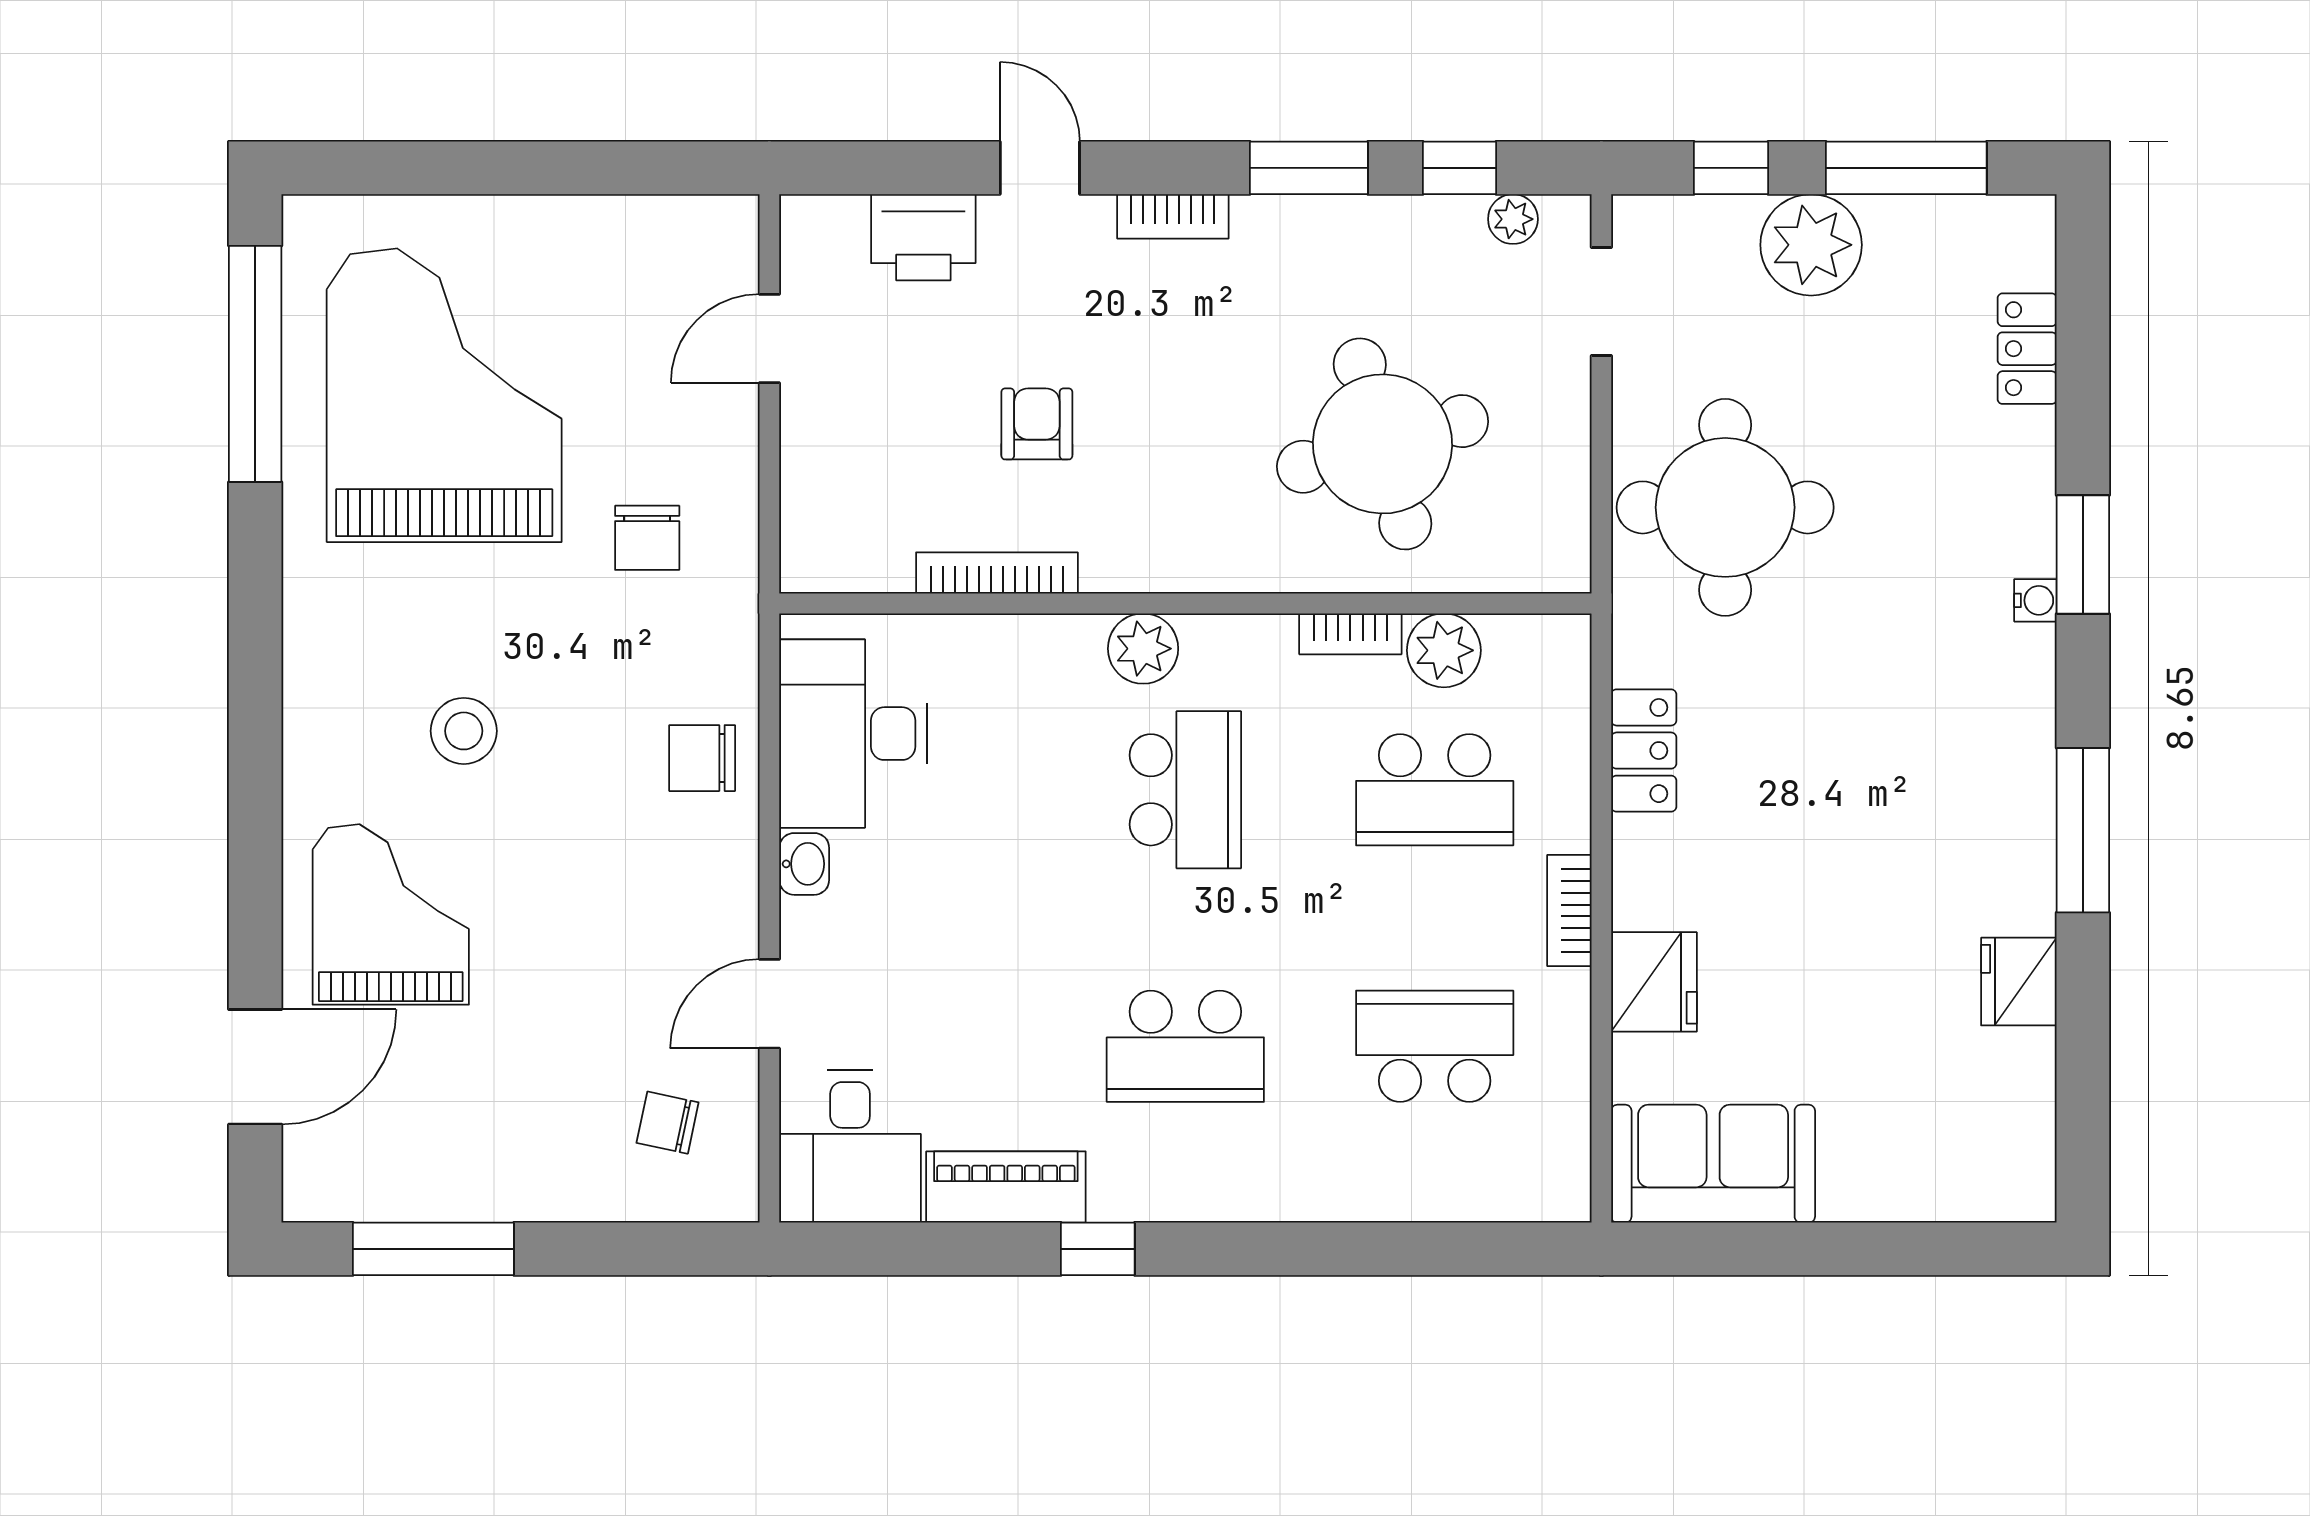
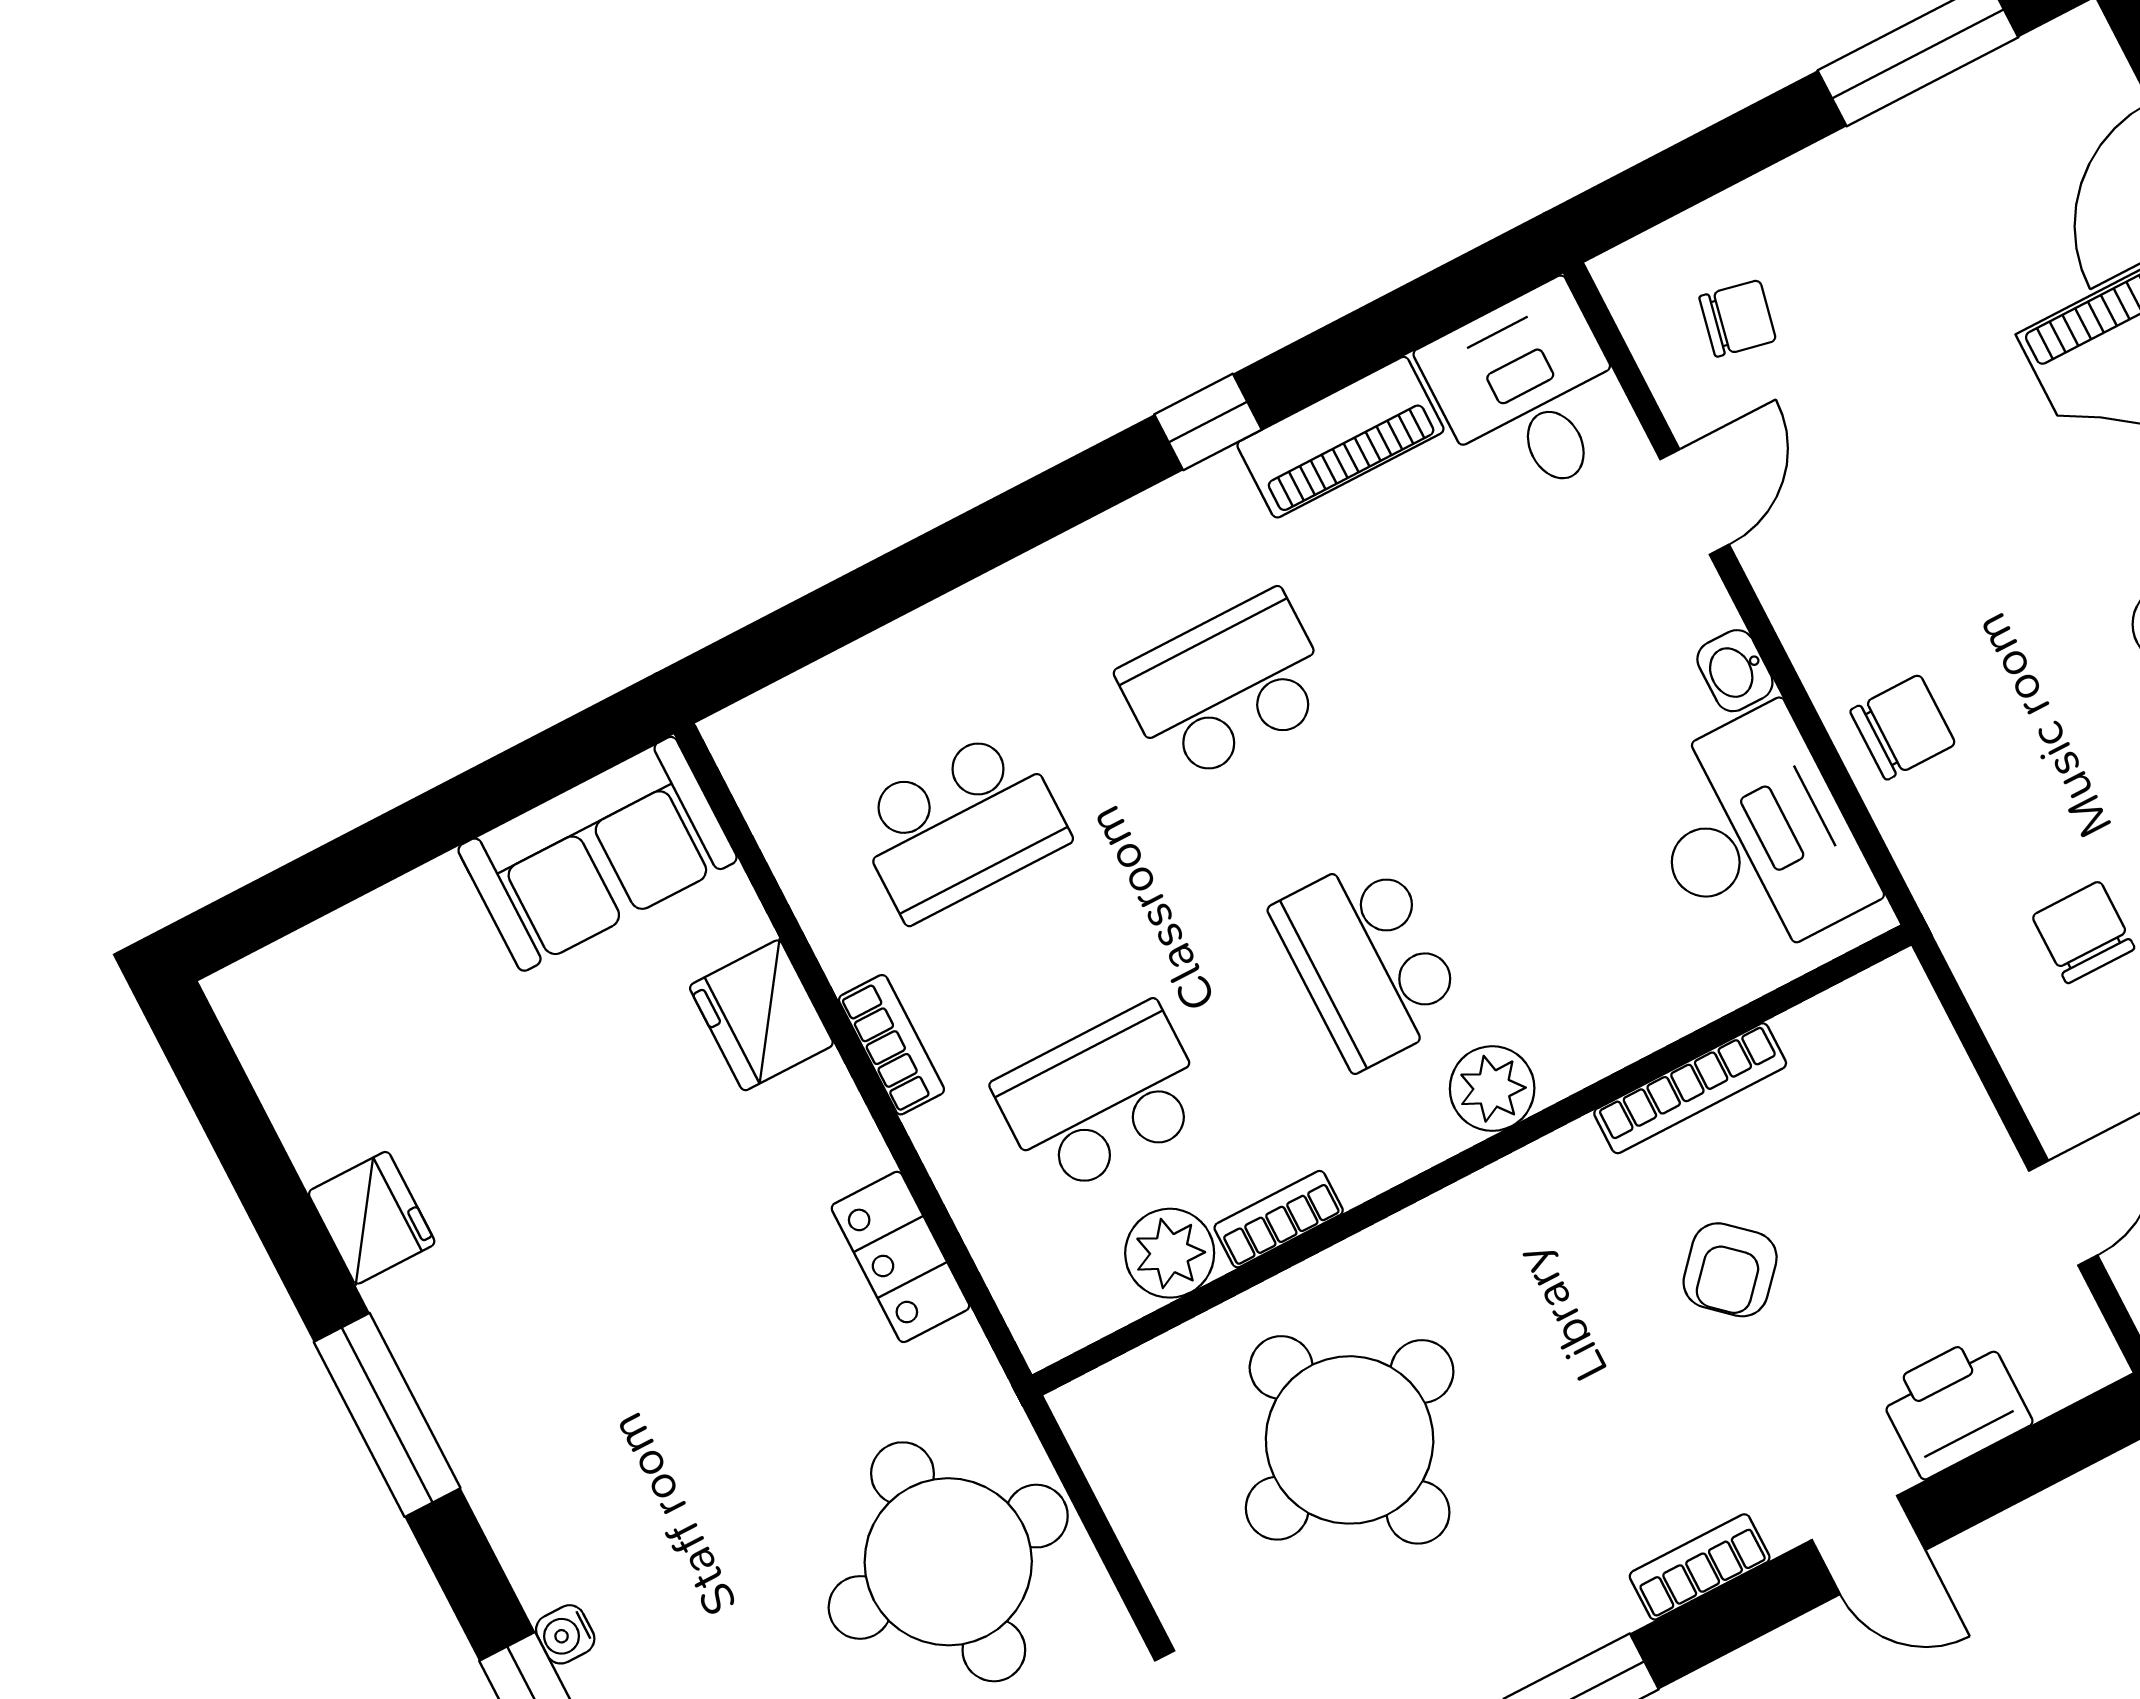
armchair: (1037, 424) -> (1730, 1270), turned 42

